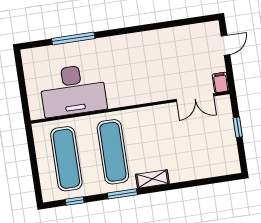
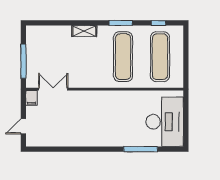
desk: (73, 90) -> (165, 122), moved, turned 90
window: (238, 127) -> (23, 61), width x2.17
shelving: (152, 179) -> (84, 31), moved

